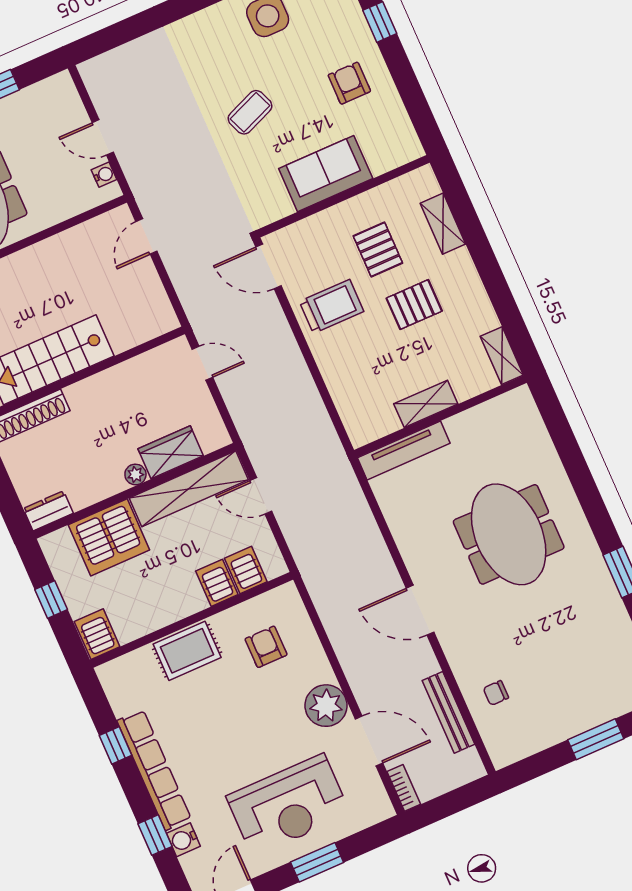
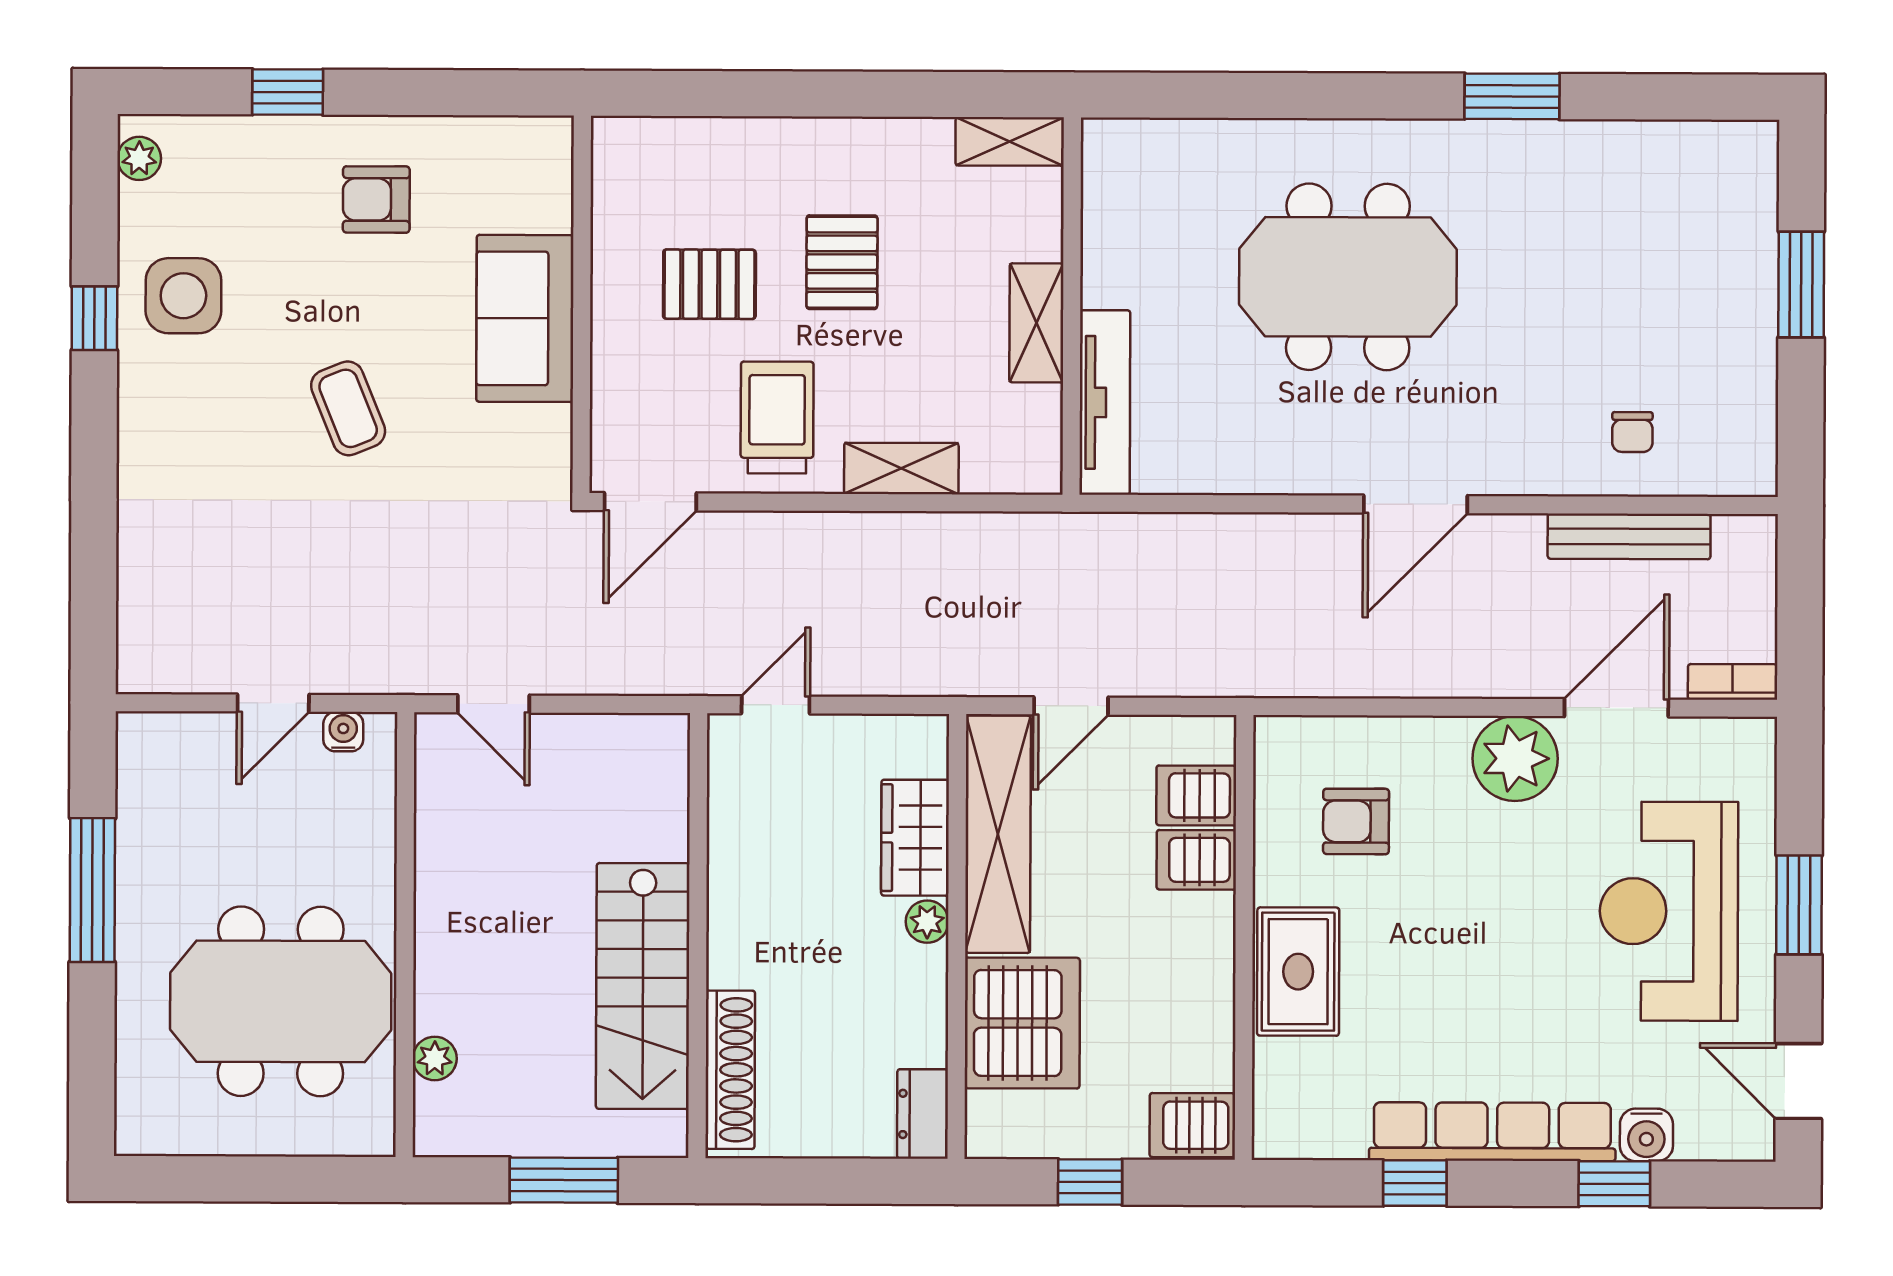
shelving: (443, 224) -> (901, 468), moved
reception desk: (288, 805) -> (1669, 911), turned 180

